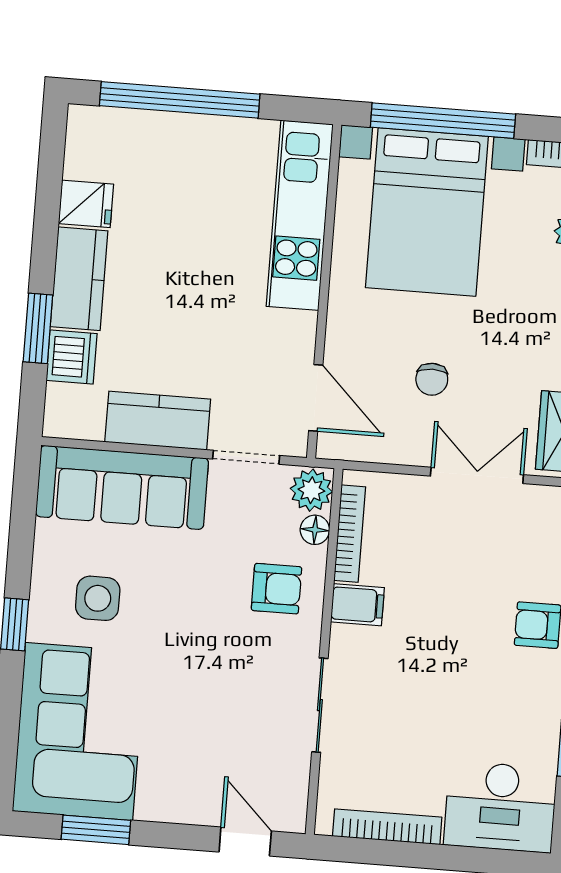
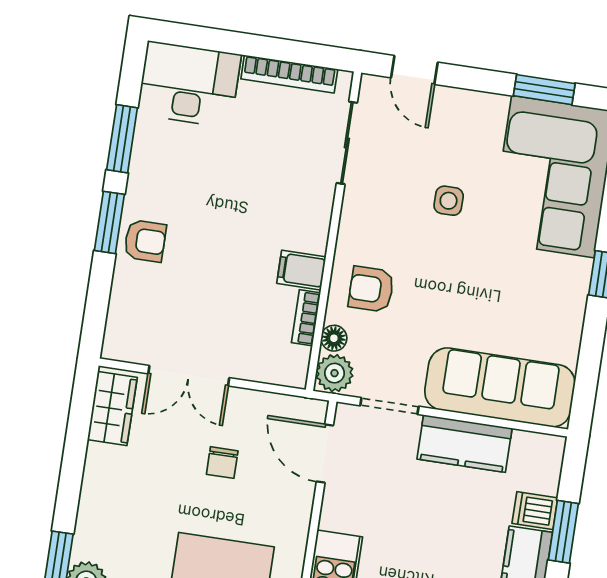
dishwasher: (72, 357) -> (535, 511), width x0.73
chair: (432, 379) -> (222, 463), turned 180
bookcase: (350, 534) -> (306, 318), width x0.64
side table: (98, 598) -> (449, 201), moved, width x0.73, depth x0.73
sliding door: (320, 705) -> (347, 143), moved

